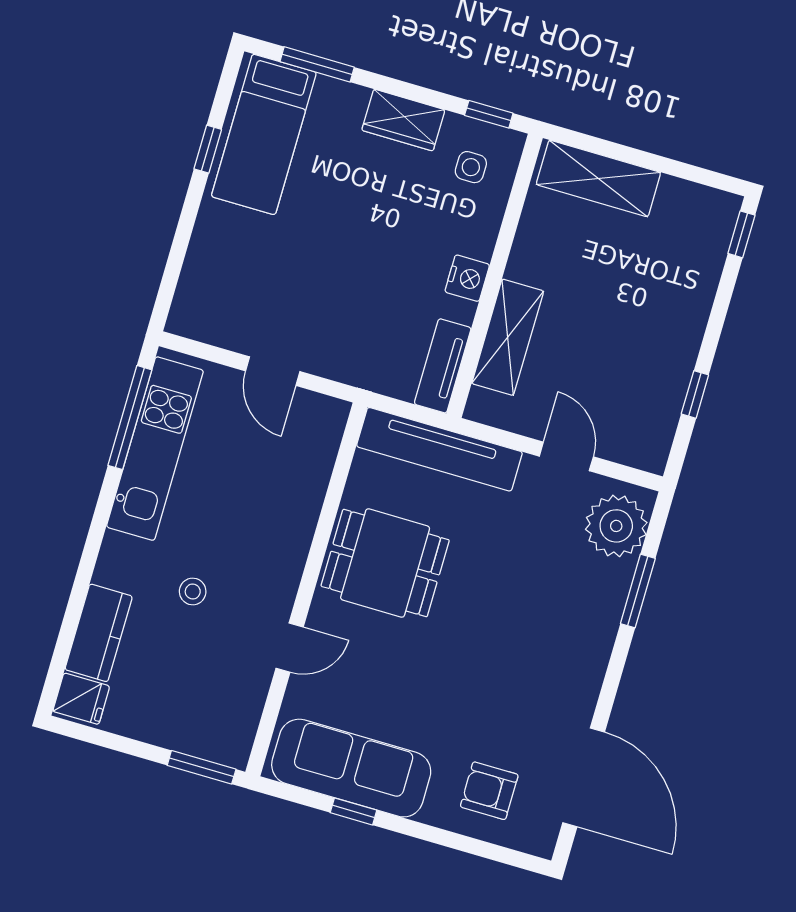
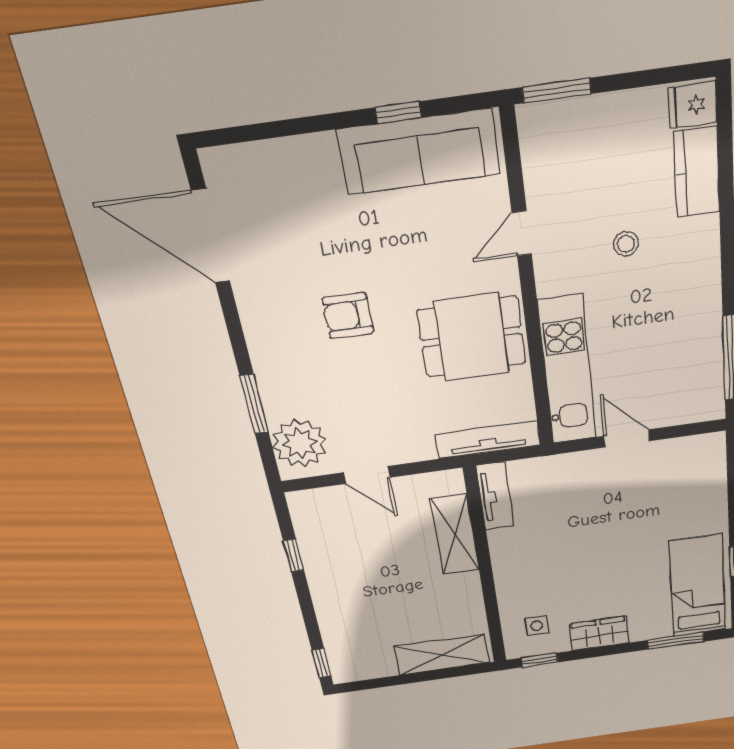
nightstand: (467, 278) -> (505, 559), removed
kitchen unit: (155, 449) -> (567, 371), moved, turned 180
tv unit: (439, 449) -> (488, 440), width x0.73, depth x0.78
armchair: (489, 791) -> (348, 315), moved, turned 180

